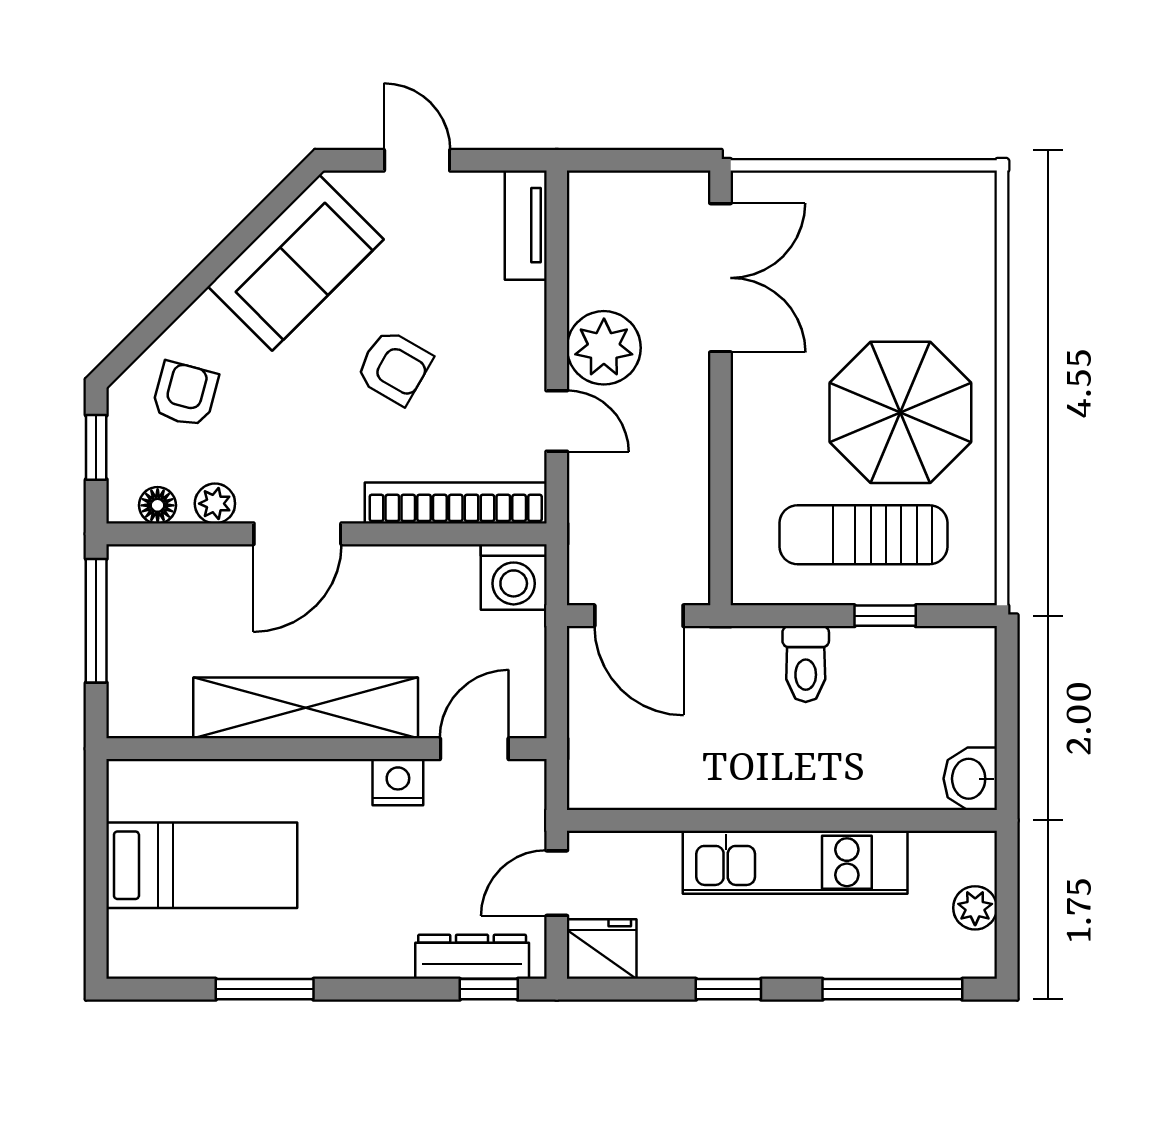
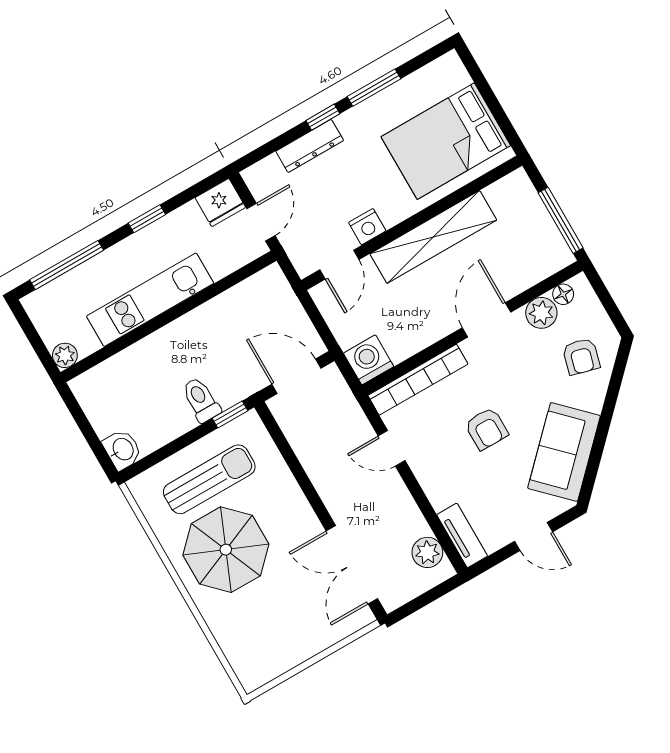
plant: (604, 348) -> (427, 552), moved, width x0.73, depth x0.73
armchair: (394, 367) -> (486, 429), turned -120
window: (96, 447) -> (610, 305), removed
plant: (215, 504) -> (541, 313), width x1.38, depth x1.38
window: (885, 616) -> (230, 414), moved
washbasin: (970, 779) -> (122, 450), moved
bed: (202, 865) -> (446, 141), width x1.50
plant: (975, 908) -> (65, 355), moved
dresser: (472, 957) -> (310, 146), moved
window: (489, 989) -> (323, 117), moved

